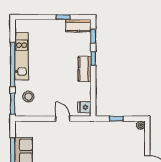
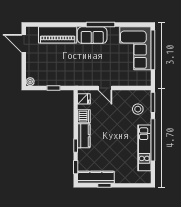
kitchen counter: (78, 26) -> (96, 177), width x1.50
dishwasher: (85, 89) -> (84, 116), added

